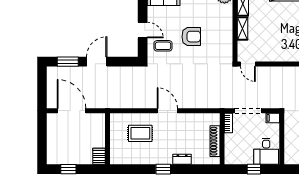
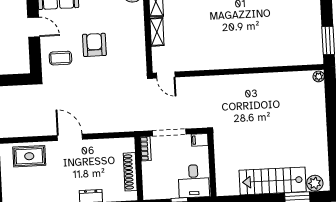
door: (143, 30) -> (34, 27), moved
armchair: (191, 37) -> (94, 45), turned -90
rug: (140, 133) -> (29, 156), moved

